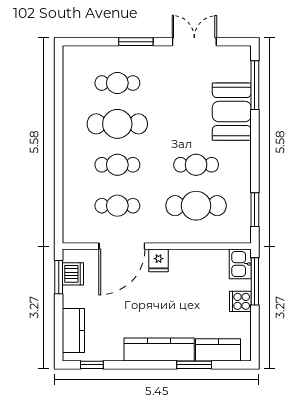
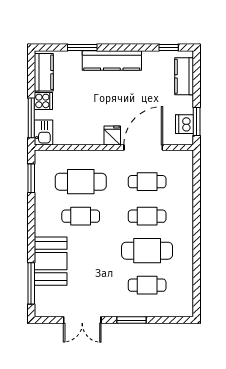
kitchen counter: (218, 350) -> (44, 72), moved, turned -90

